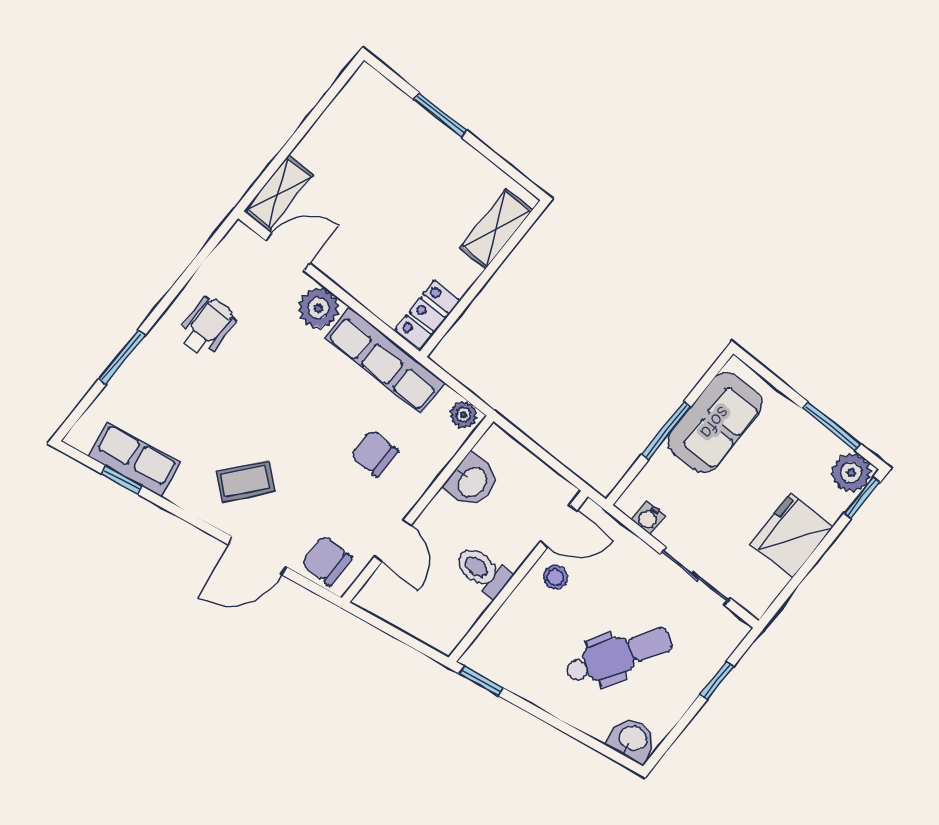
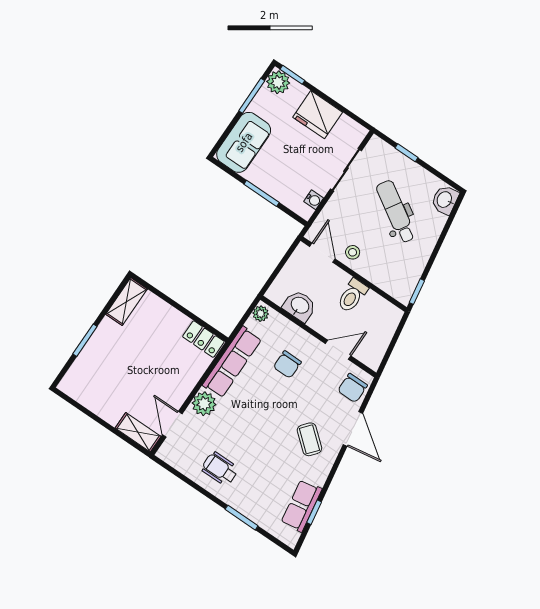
shelving: (496, 229) -> (127, 302), moved, turned 90
sofa: (715, 423) -> (244, 142), moved, turned 90

